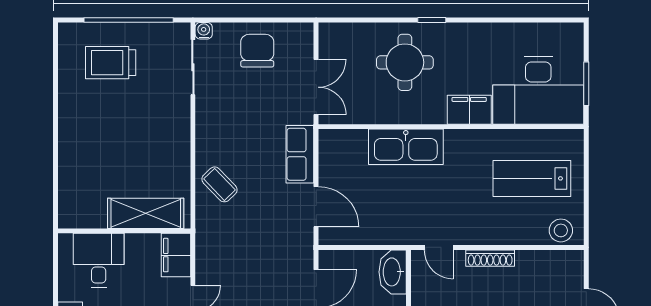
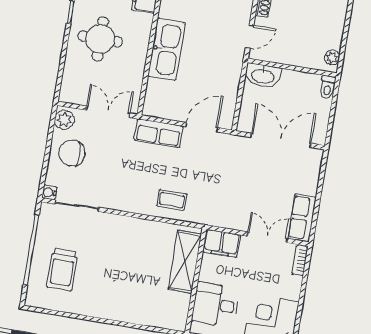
plant: (297, 34) -> (64, 120), added
coffee table: (220, 184) -> (172, 200), turned 44

